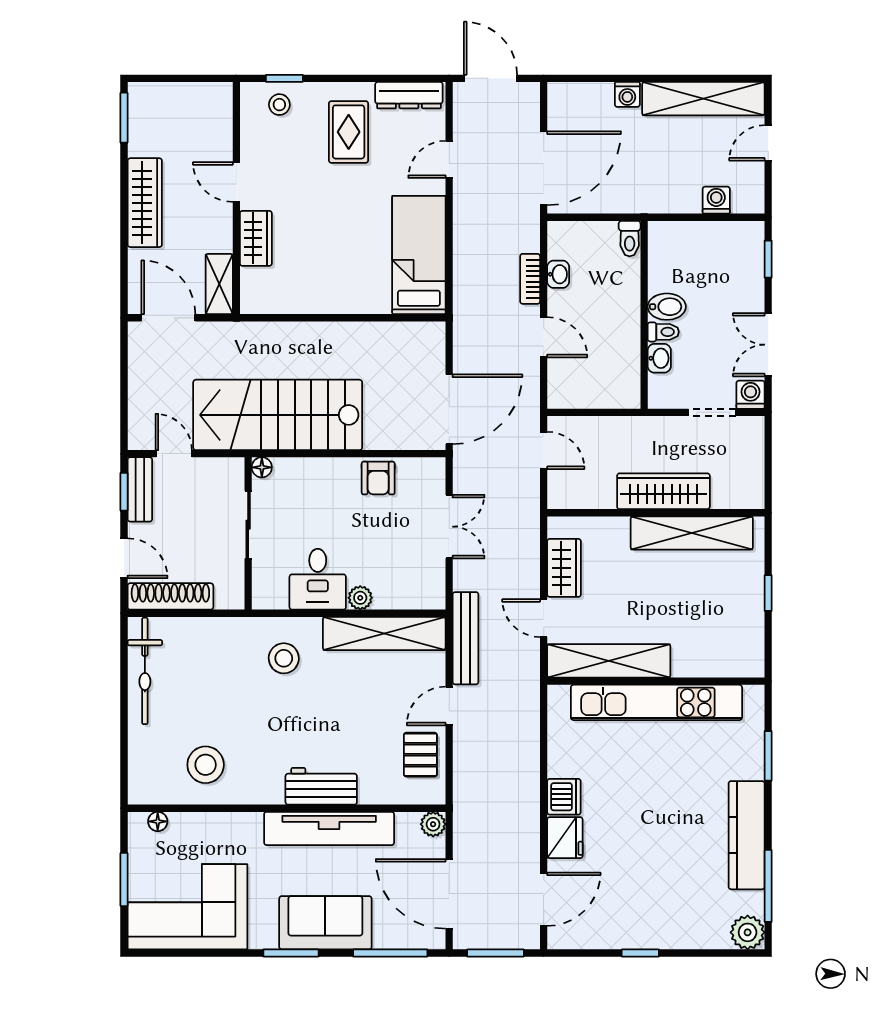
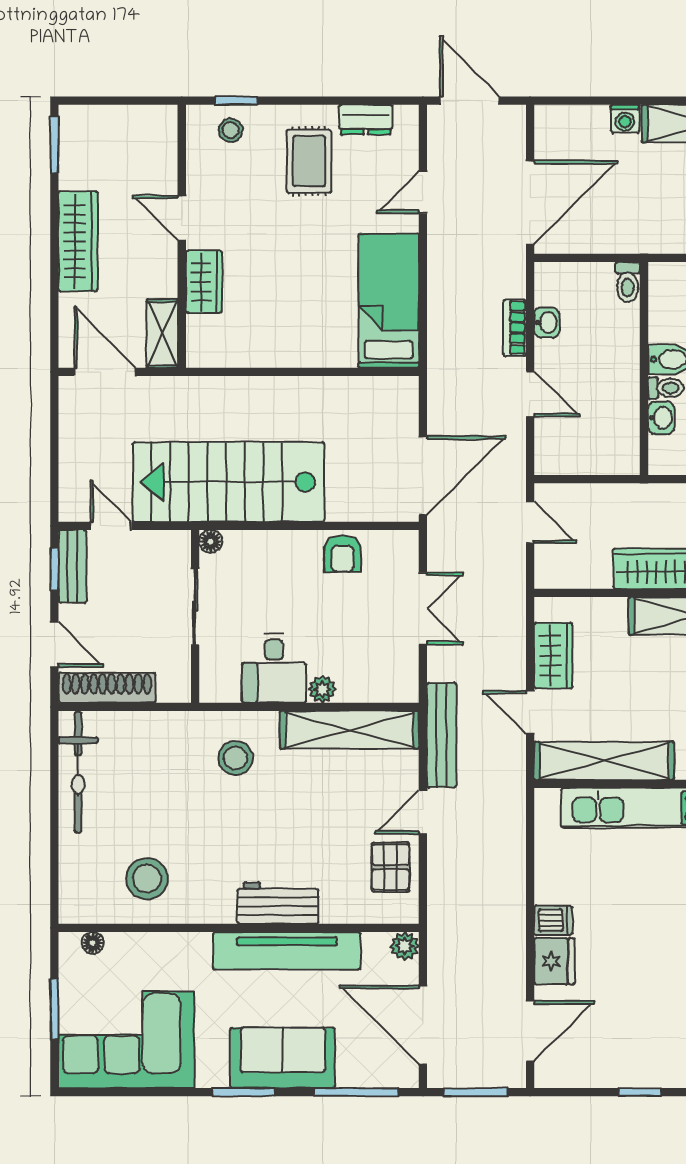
dresser: (409, 95) -> (366, 120), width x0.70
dishwasher: (564, 797) -> (553, 920), width x0.73

